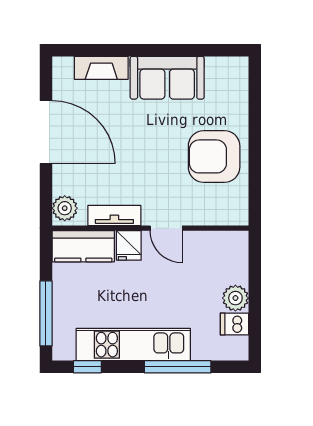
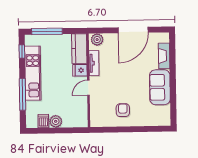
armchair: (214, 156) -> (123, 110), width x0.53, depth x0.53

